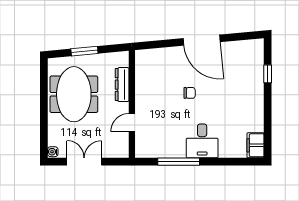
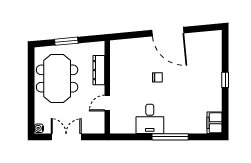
window: (268, 74) -> (225, 80), moved
desk: (202, 141) -> (150, 119), moved
window: (179, 162) -> (170, 137), moved

